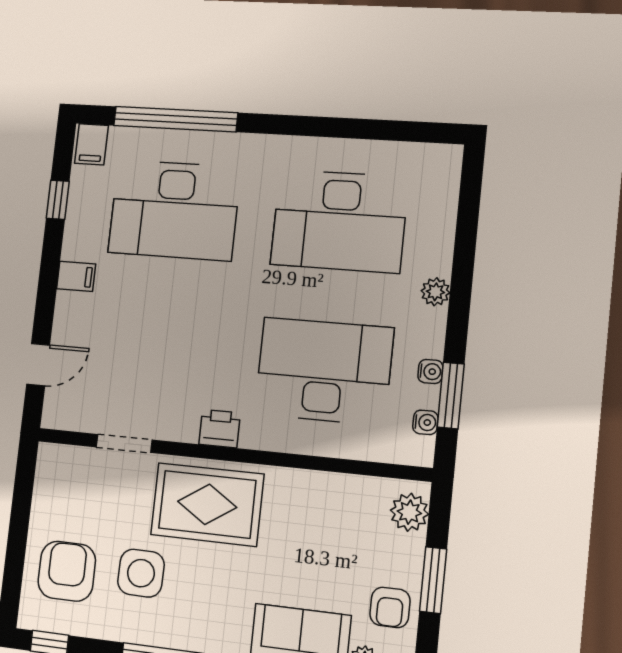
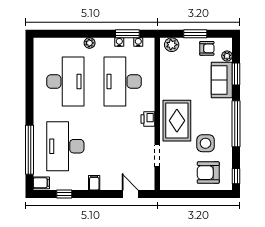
desk: (174, 210) -> (65, 146), turned 180

